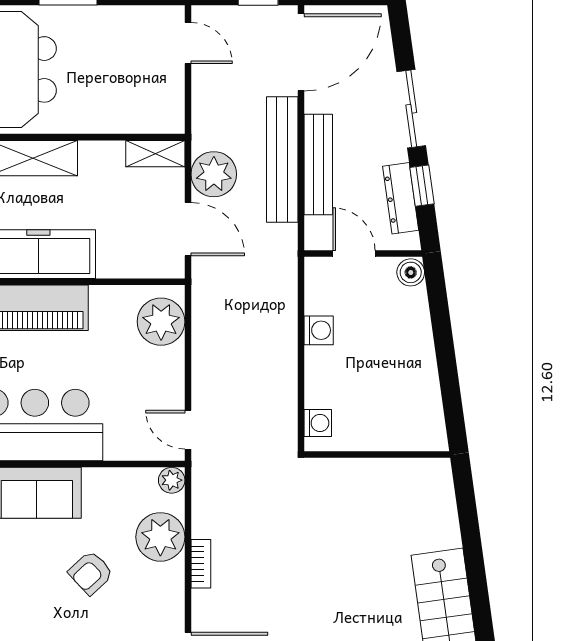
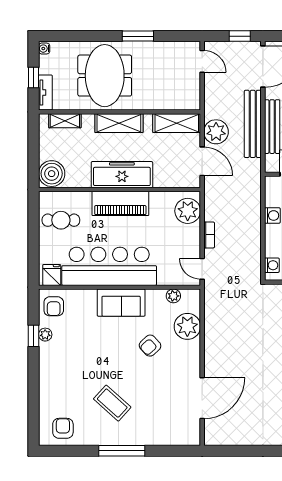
shelving: (155, 154) -> (177, 123), width x1.50, depth x1.33
plant: (172, 480) -> (173, 296), moved
bookcase: (201, 564) -> (209, 235), moved

